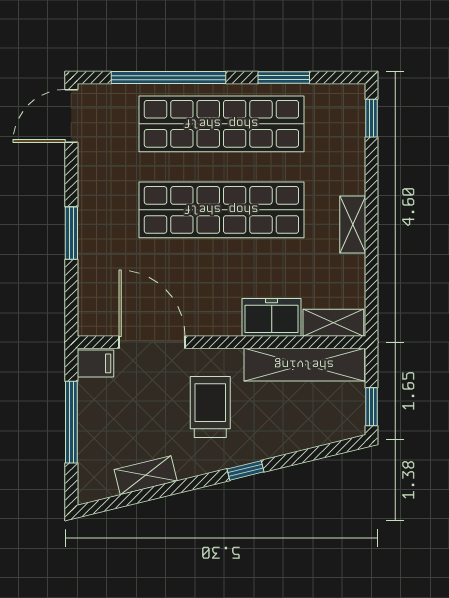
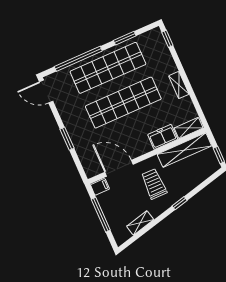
door: (71, 116) -> (46, 91), hinge flipped

